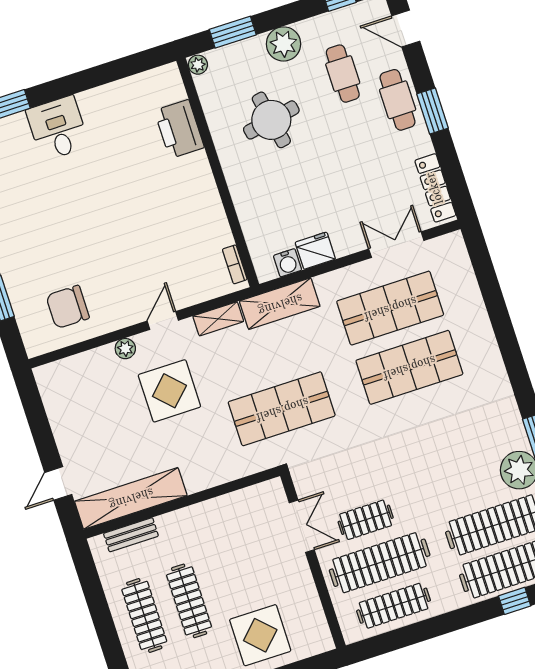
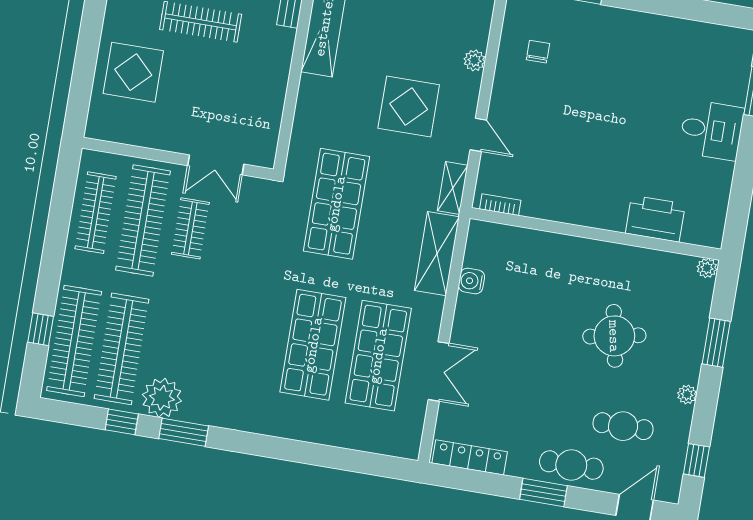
plant: (283, 44) -> (687, 395), width x0.53, depth x0.53
plant: (198, 65) -> (707, 268), moved
printer: (179, 129) -> (655, 219), moved
wall: (218, 172) -> (595, 234), moved
double door: (396, 245) -> (439, 371), moved
fridge: (315, 251) -> (469, 313), removed
bookcase: (235, 264) -> (500, 205), moved
chair: (68, 307) -> (538, 52), width x0.54, depth x0.54
plant: (125, 349) -> (474, 60), moved

